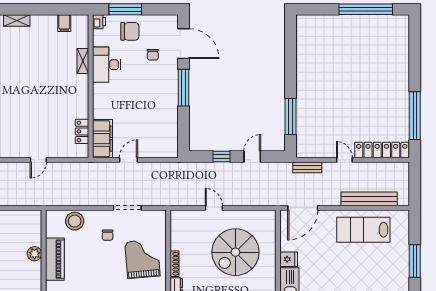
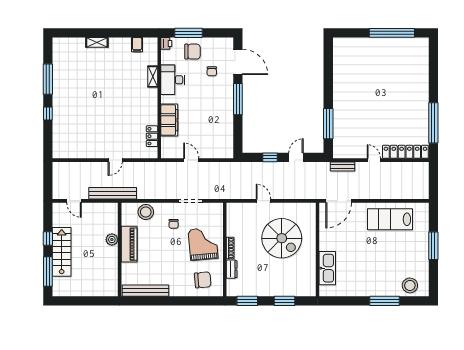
filing cabinet: (102, 139) -> (169, 120), moved
door: (128, 160) -> (191, 160), hinge flipped
bench: (369, 199) -> (113, 193), moved
spiral stairs: (235, 252) -> (282, 238), turned -90
fridge: (289, 259) -> (327, 244), removed

